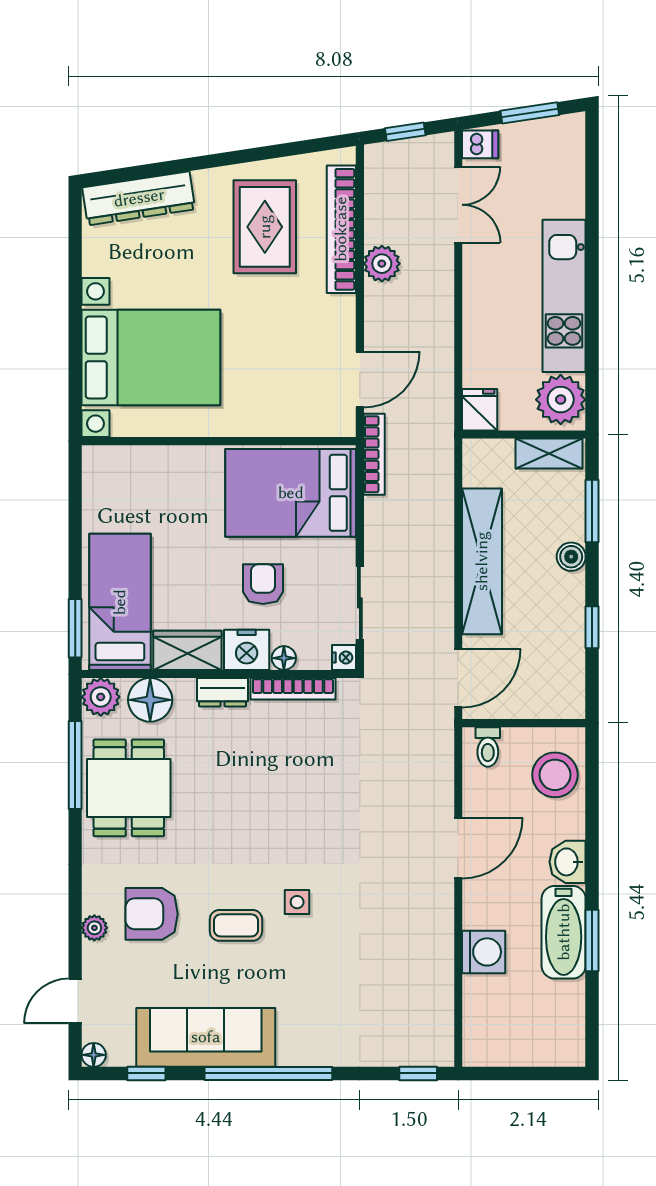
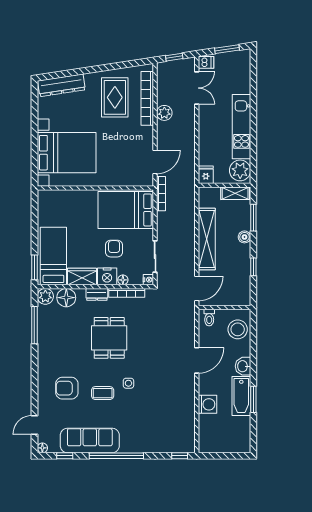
dining table: (129, 788) -> (109, 338), moved
plant: (94, 928) -> (43, 394), removed

